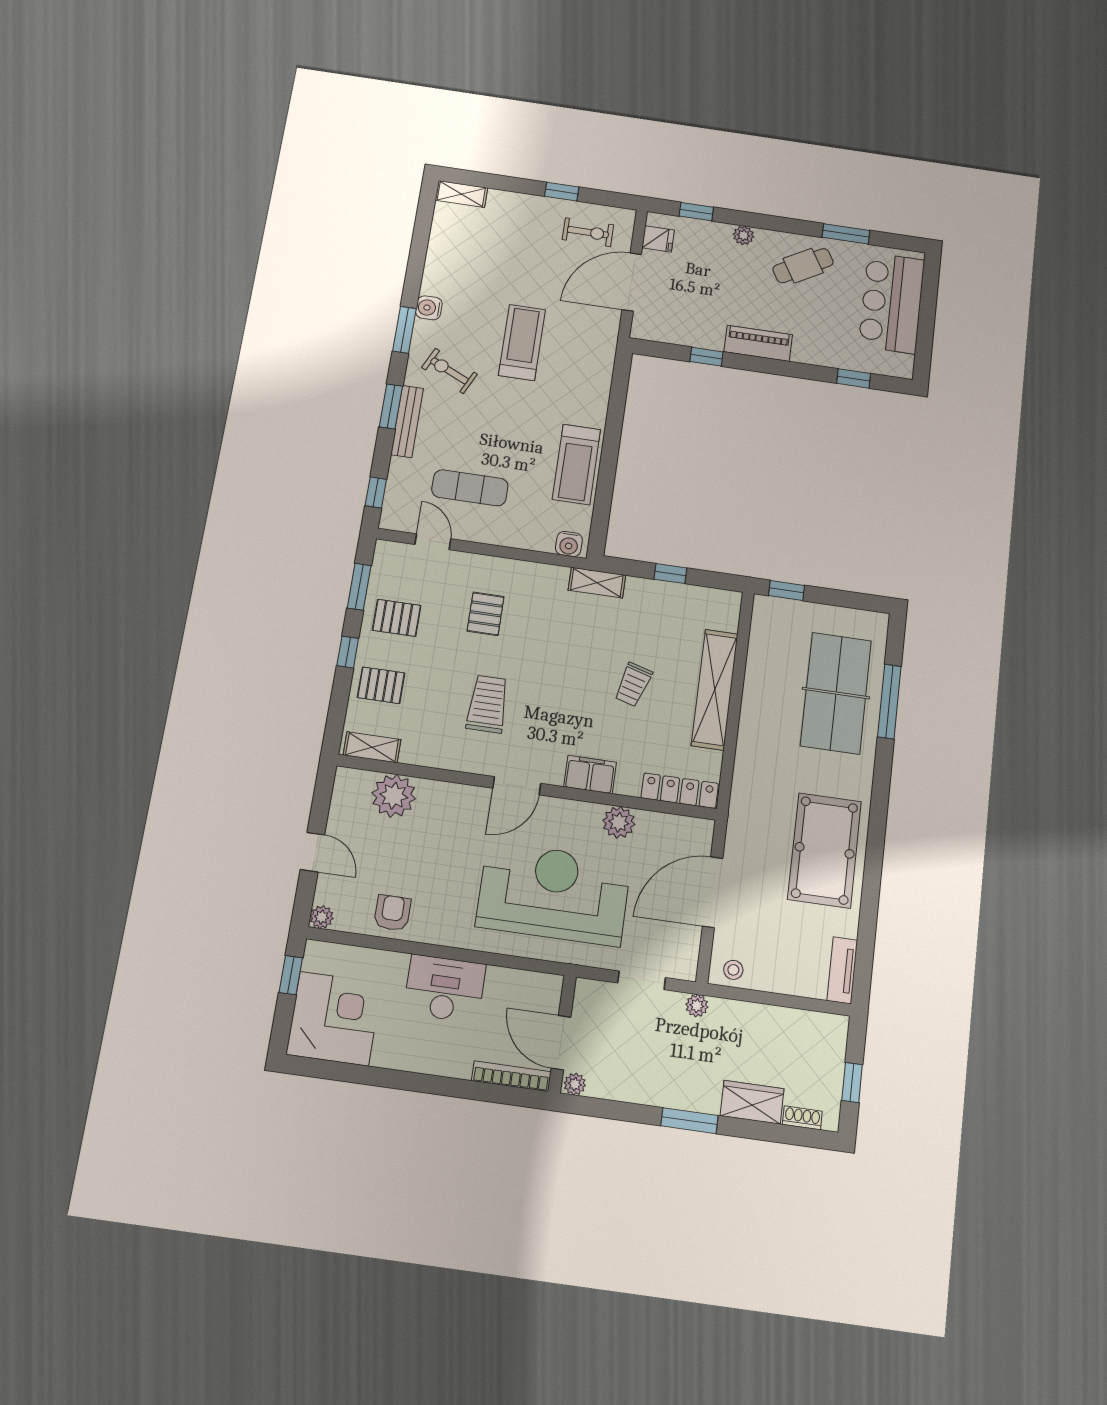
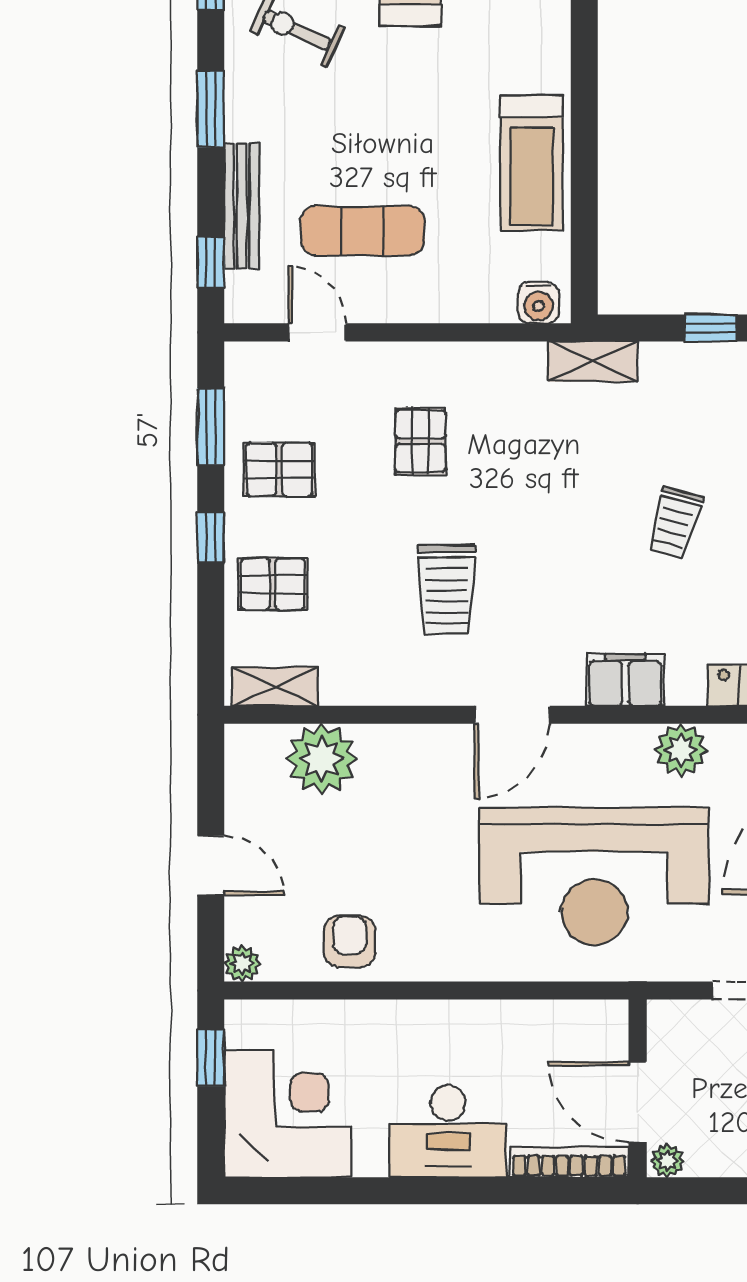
bench: (407, 421) -> (242, 206), moved
trolley: (488, 704) -> (446, 590), turned 180
reception desk: (554, 894) -> (594, 876), turned 180
desk: (445, 989) -> (448, 1131), moved, turned 180

